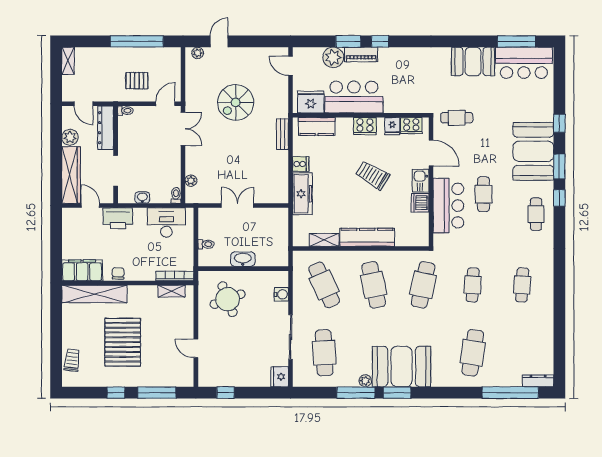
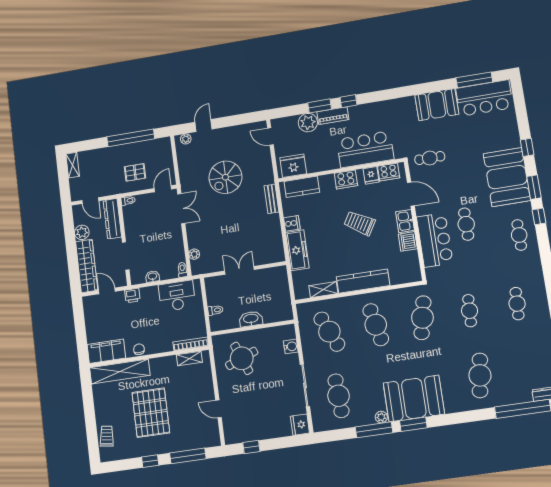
bar counter: (354, 97) -> (365, 149), moved
printer: (118, 218) -> (132, 296), width x0.53, depth x0.68

